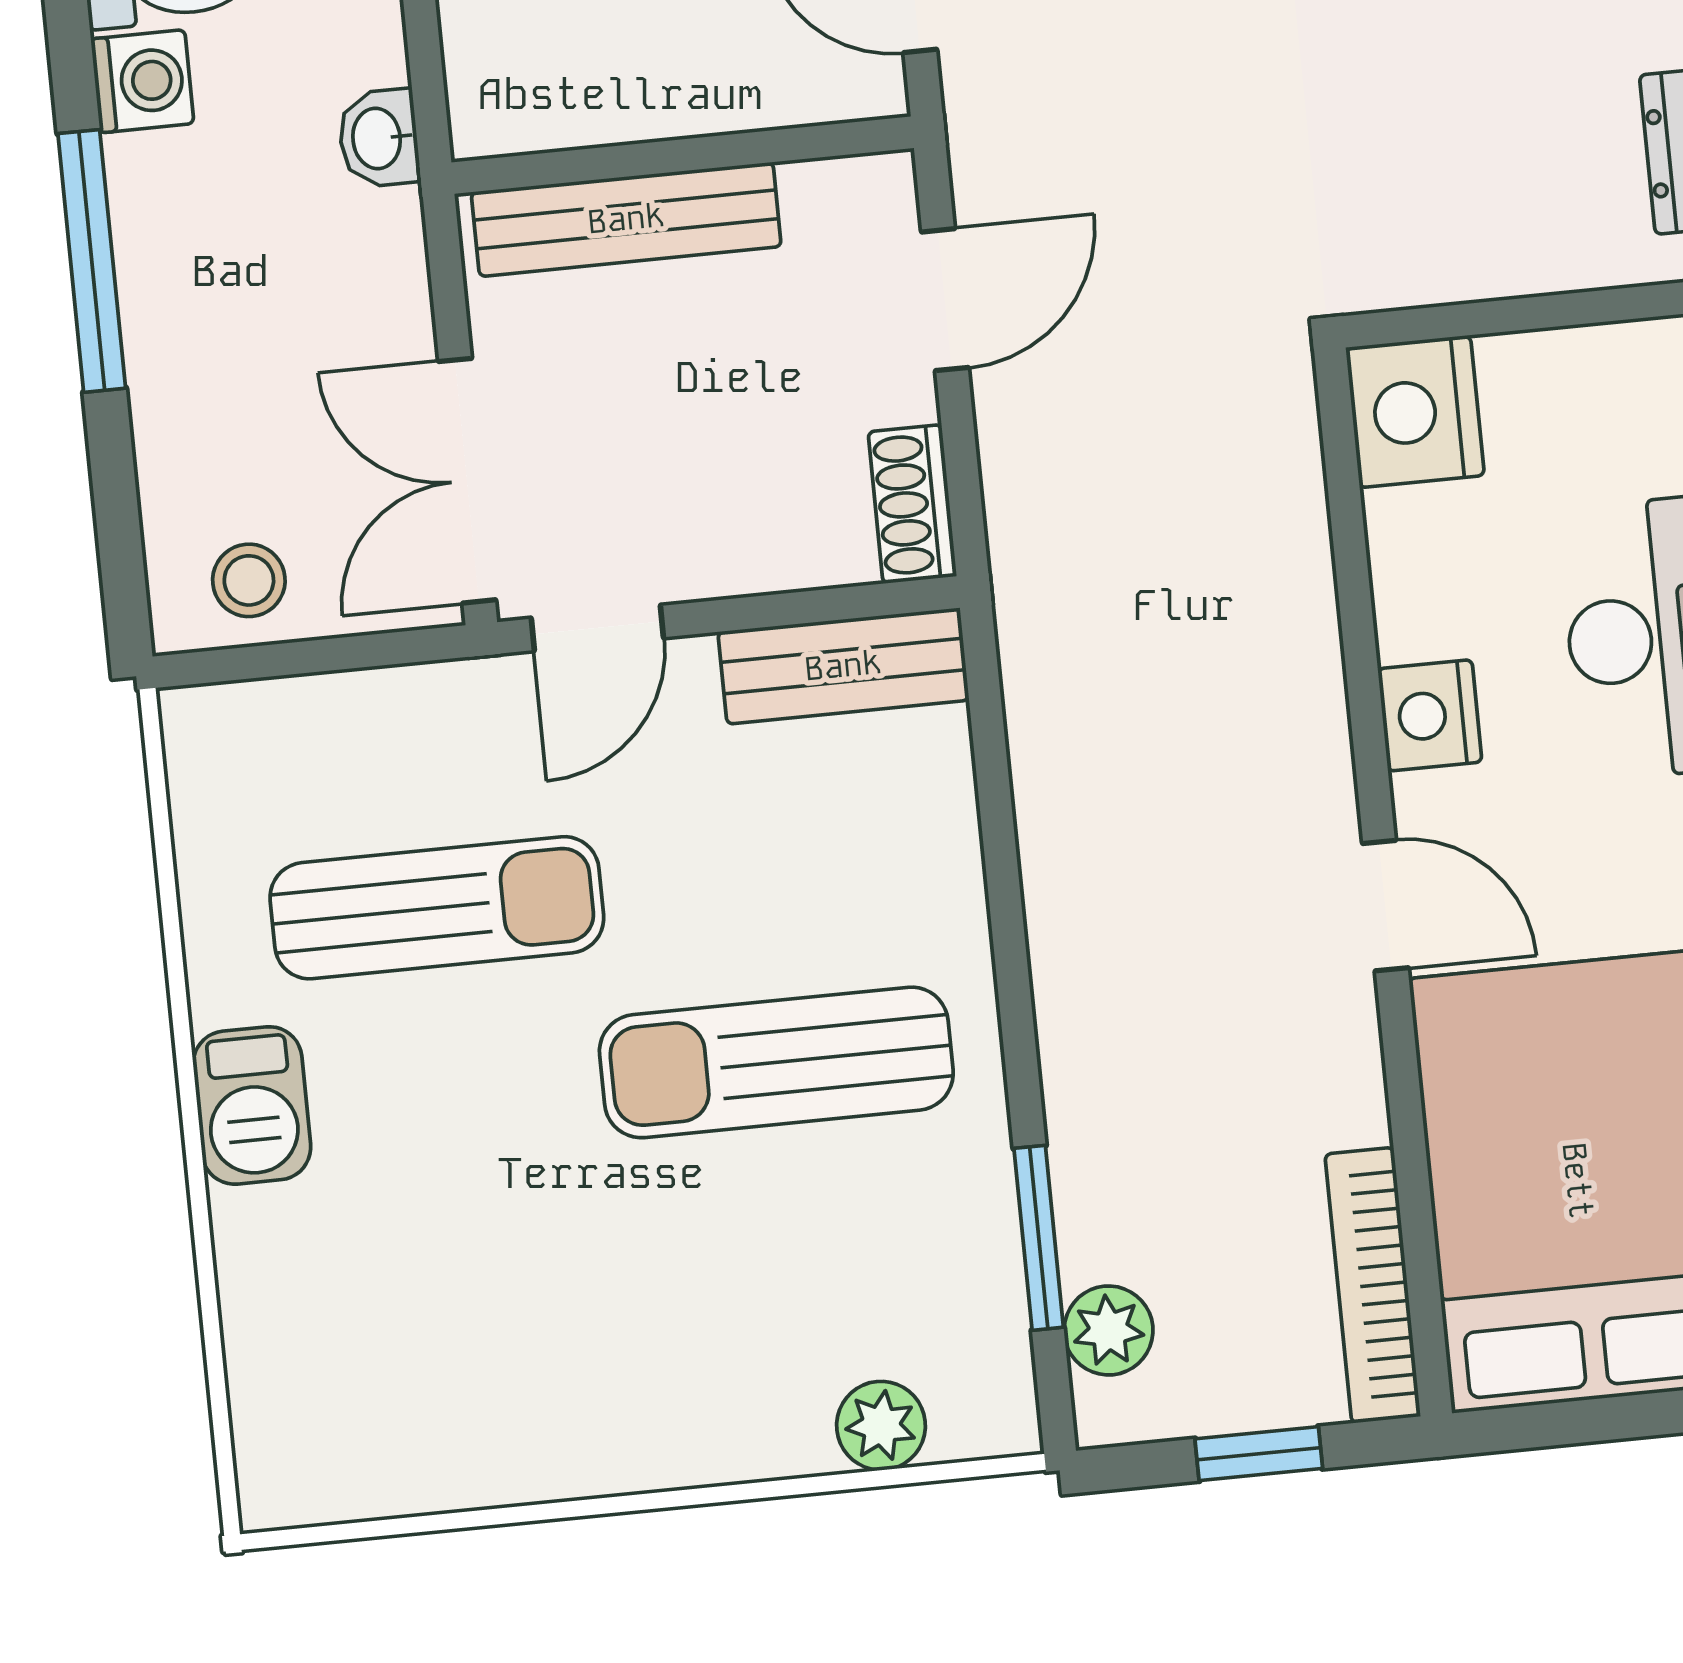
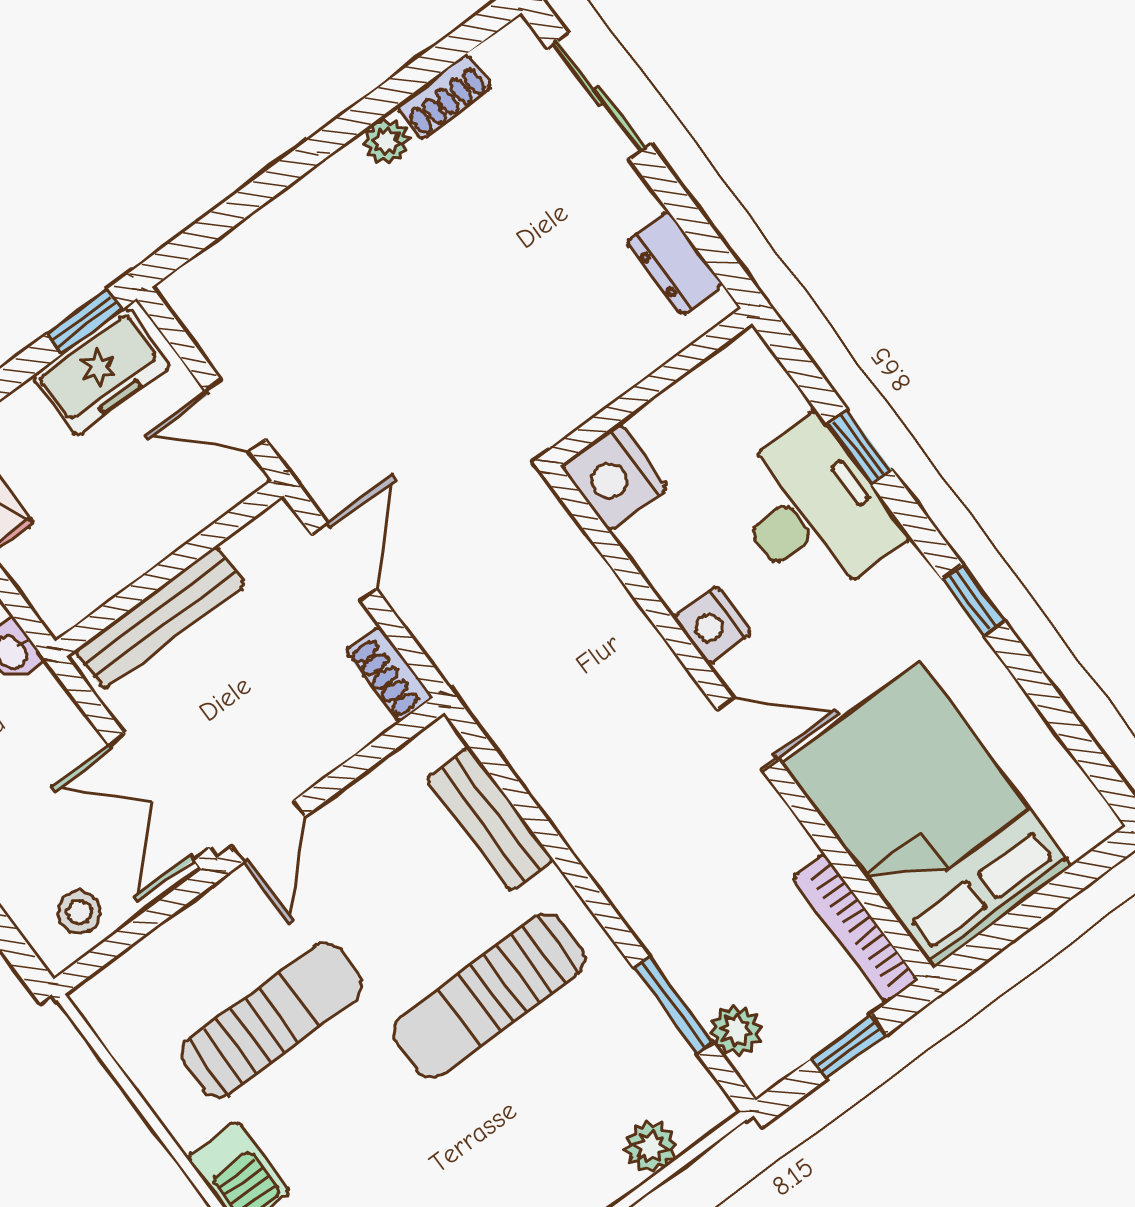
bench: (843, 666) -> (490, 819), moved, turned 90

